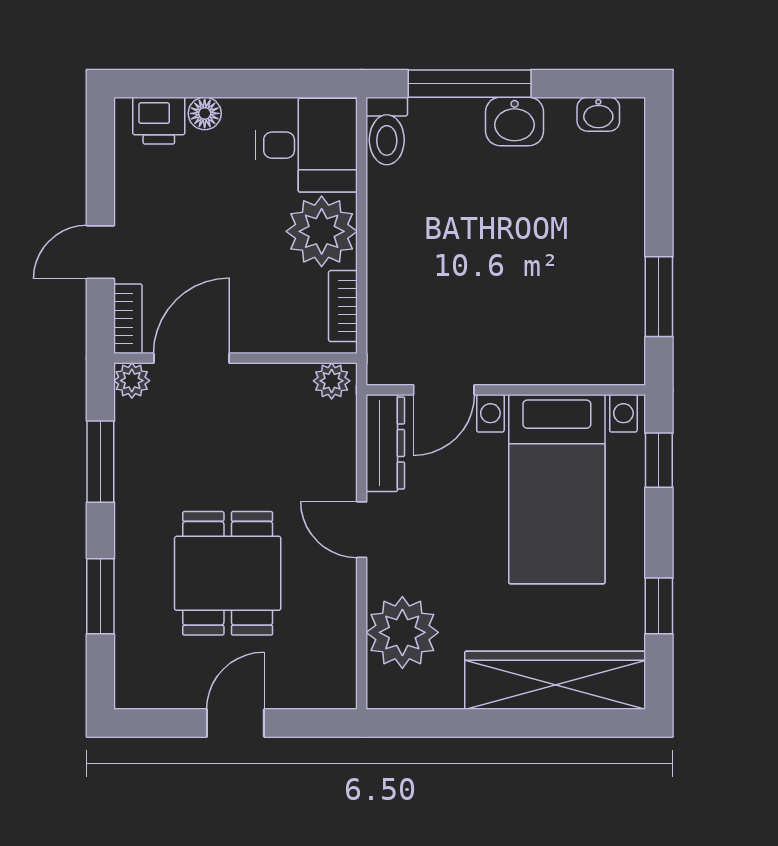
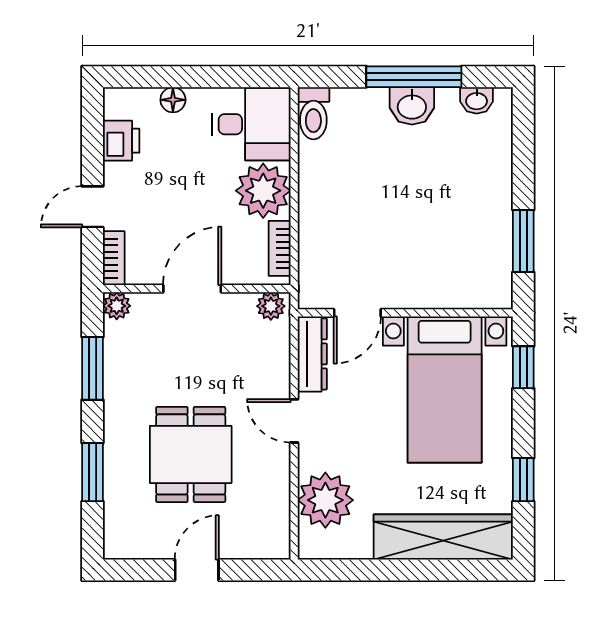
window: (470, 84) -> (414, 77), moved
printer: (159, 121) -> (121, 141), moved, turned -90
door: (191, 358) -> (192, 289), moved

